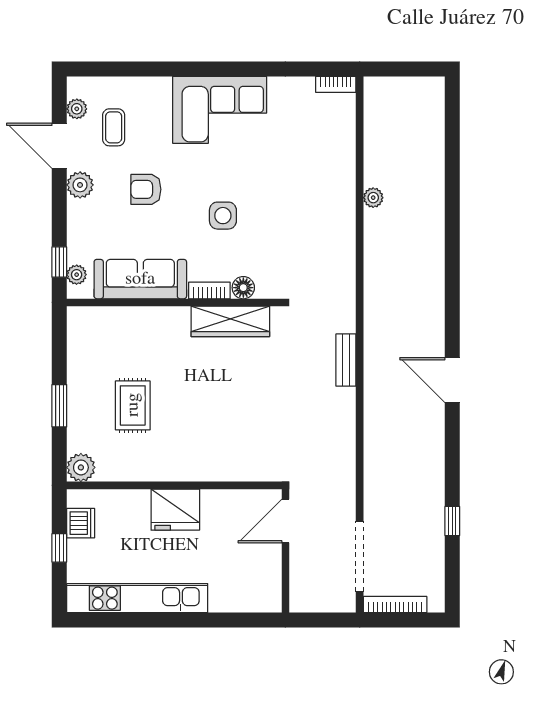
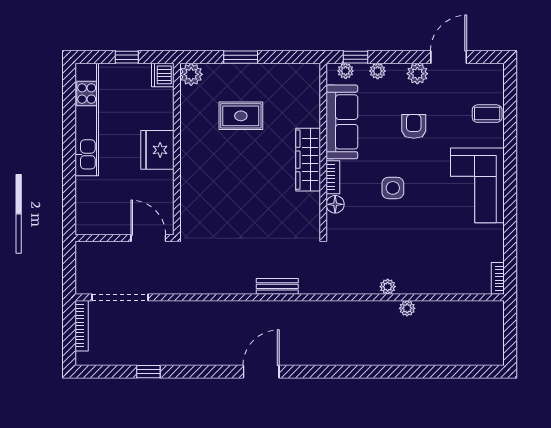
plant: (77, 109) -> (378, 71), moved
coffee table: (114, 127) -> (487, 114), moved
plant: (346, 222) -> (388, 287), added
wardrobe: (230, 321) -> (308, 160), moved
dishwasher: (81, 523) -> (163, 75), moved, turned 90

